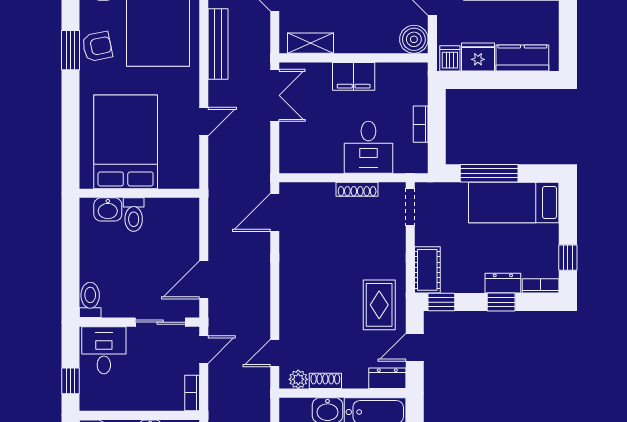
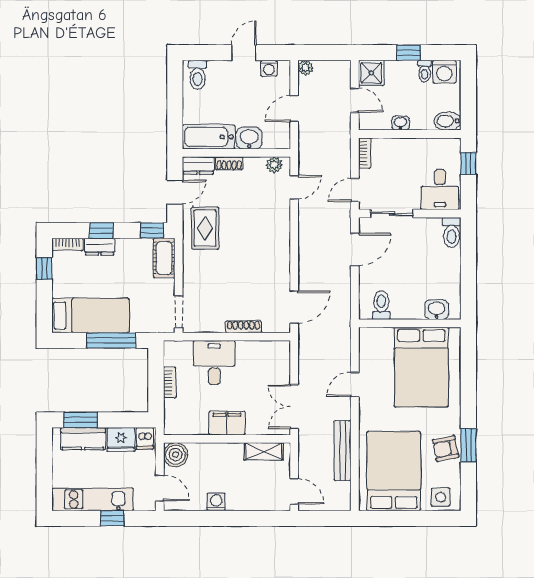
window: (525, 80) -> (81, 420), added
shoe rack: (357, 189) -> (243, 327), moved
toilet: (134, 215) -> (381, 305), moved
shoe rack: (325, 381) -> (229, 163), moved

